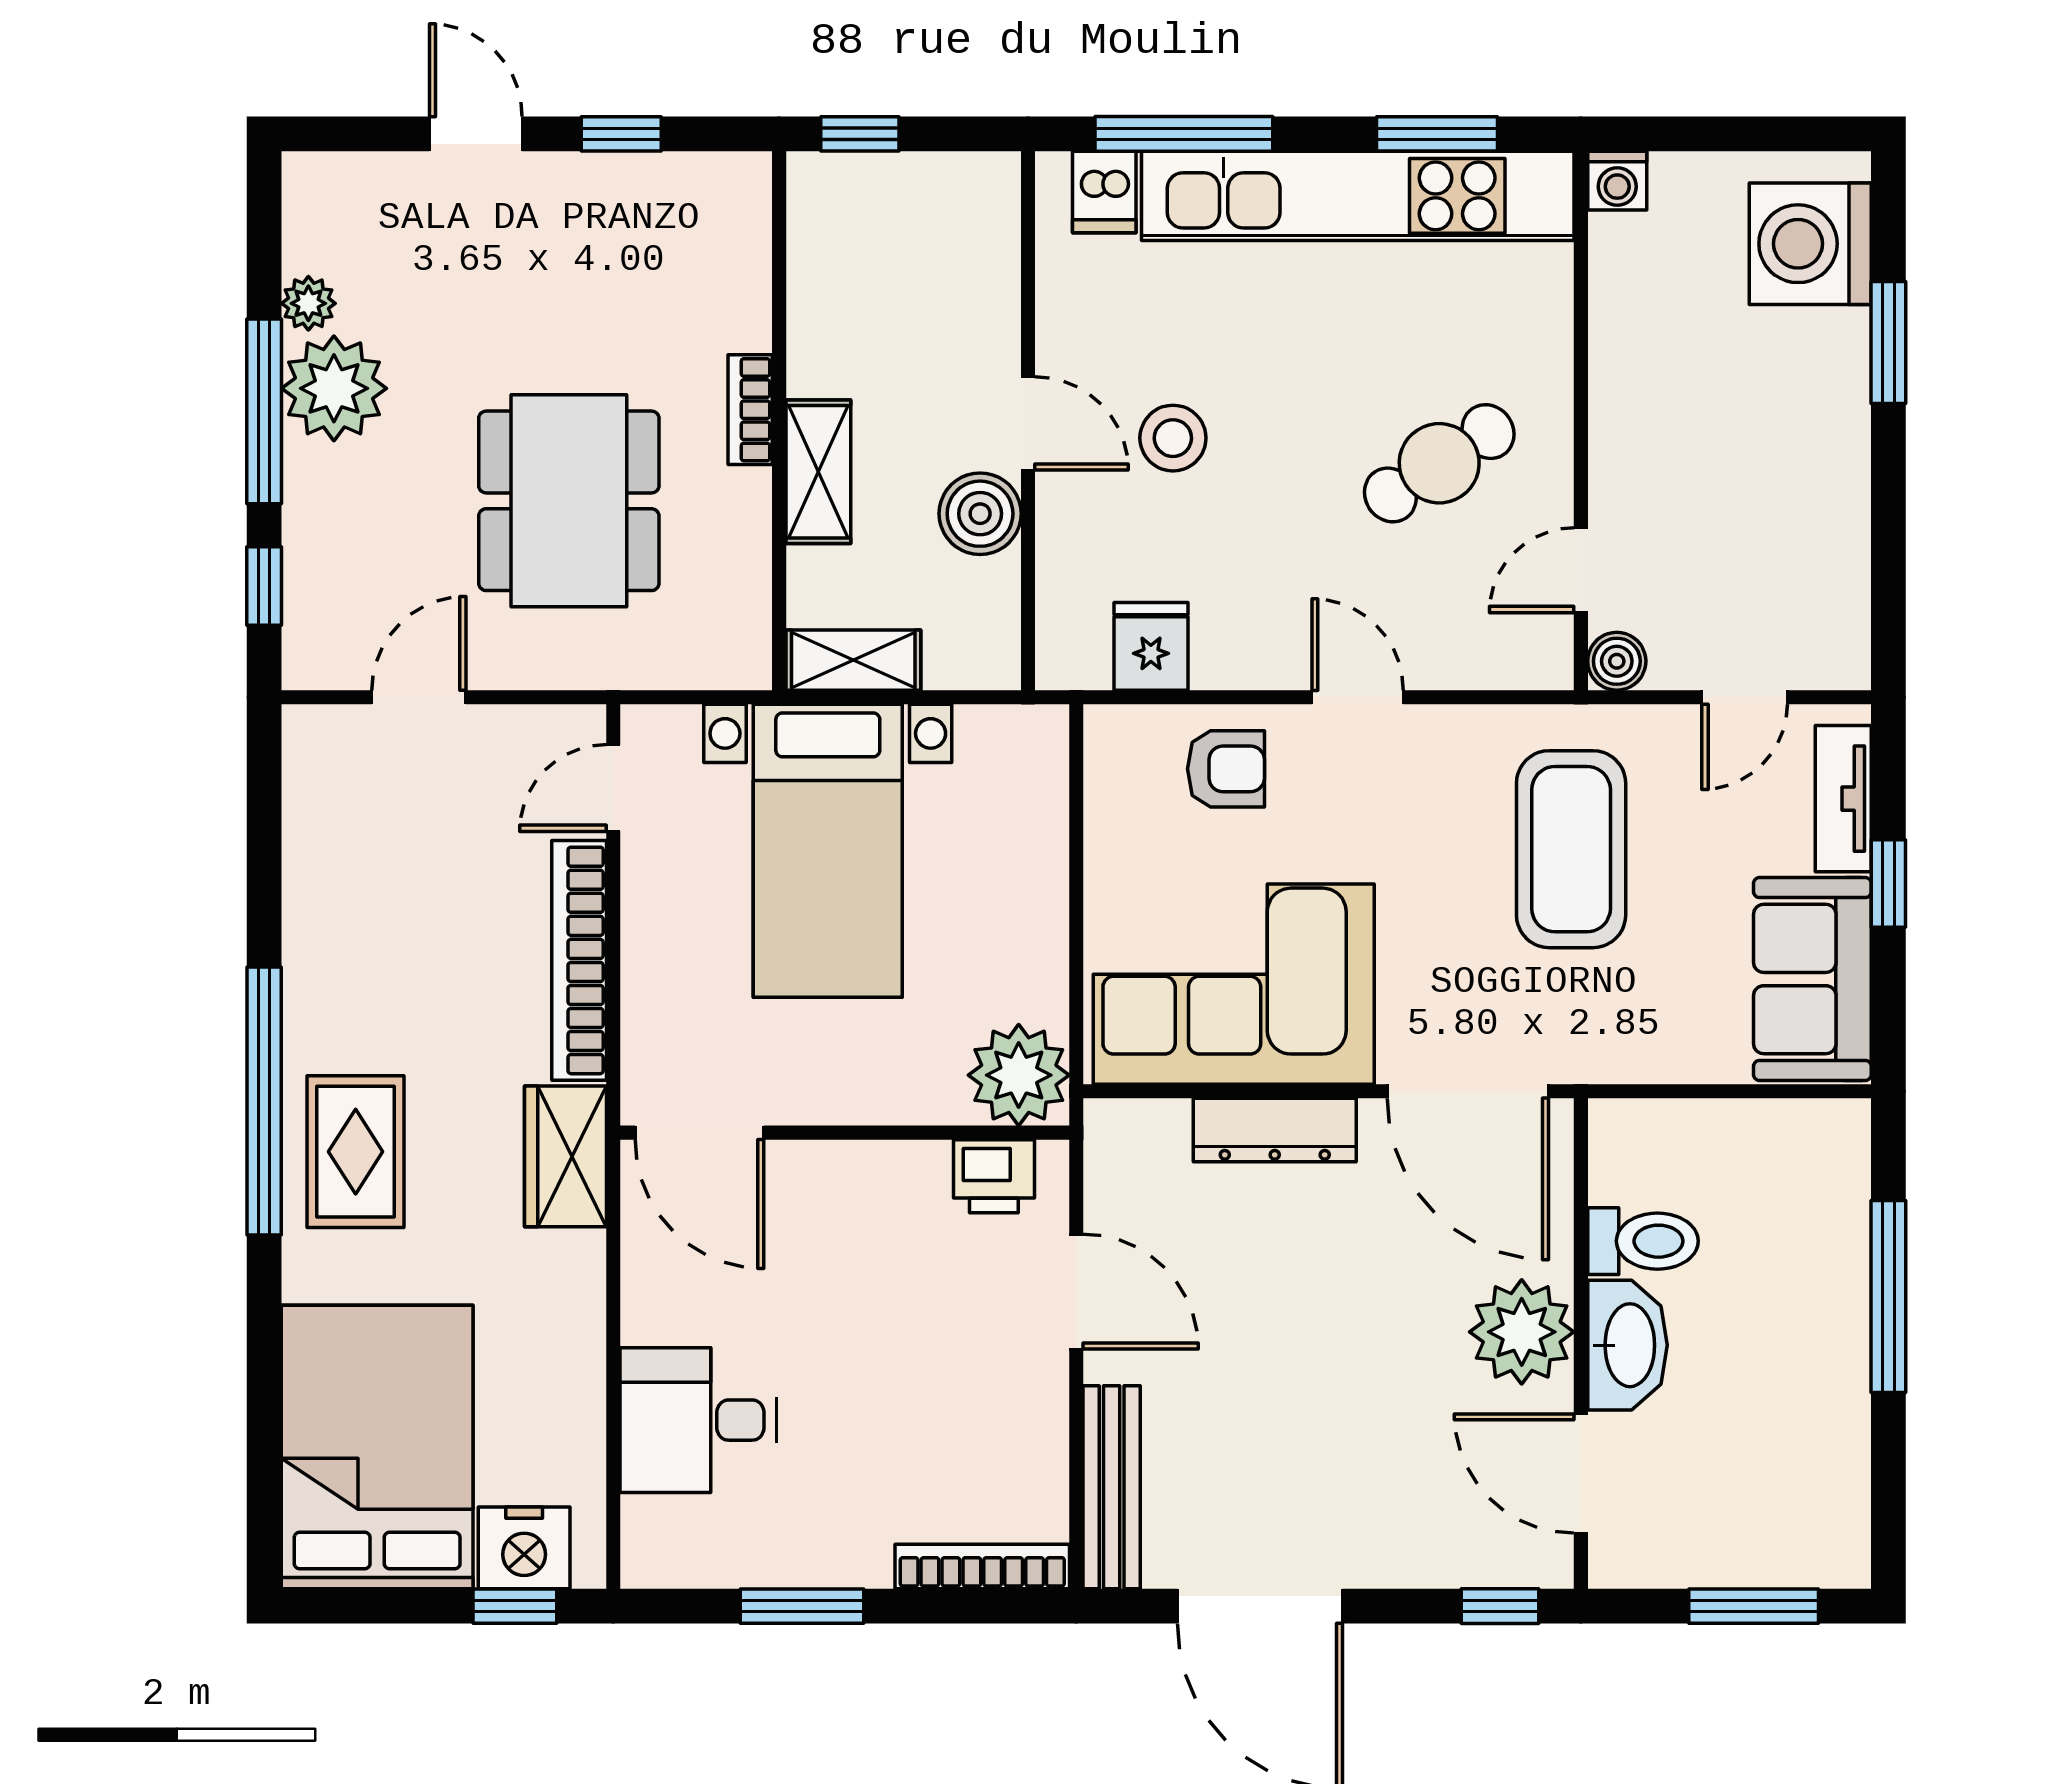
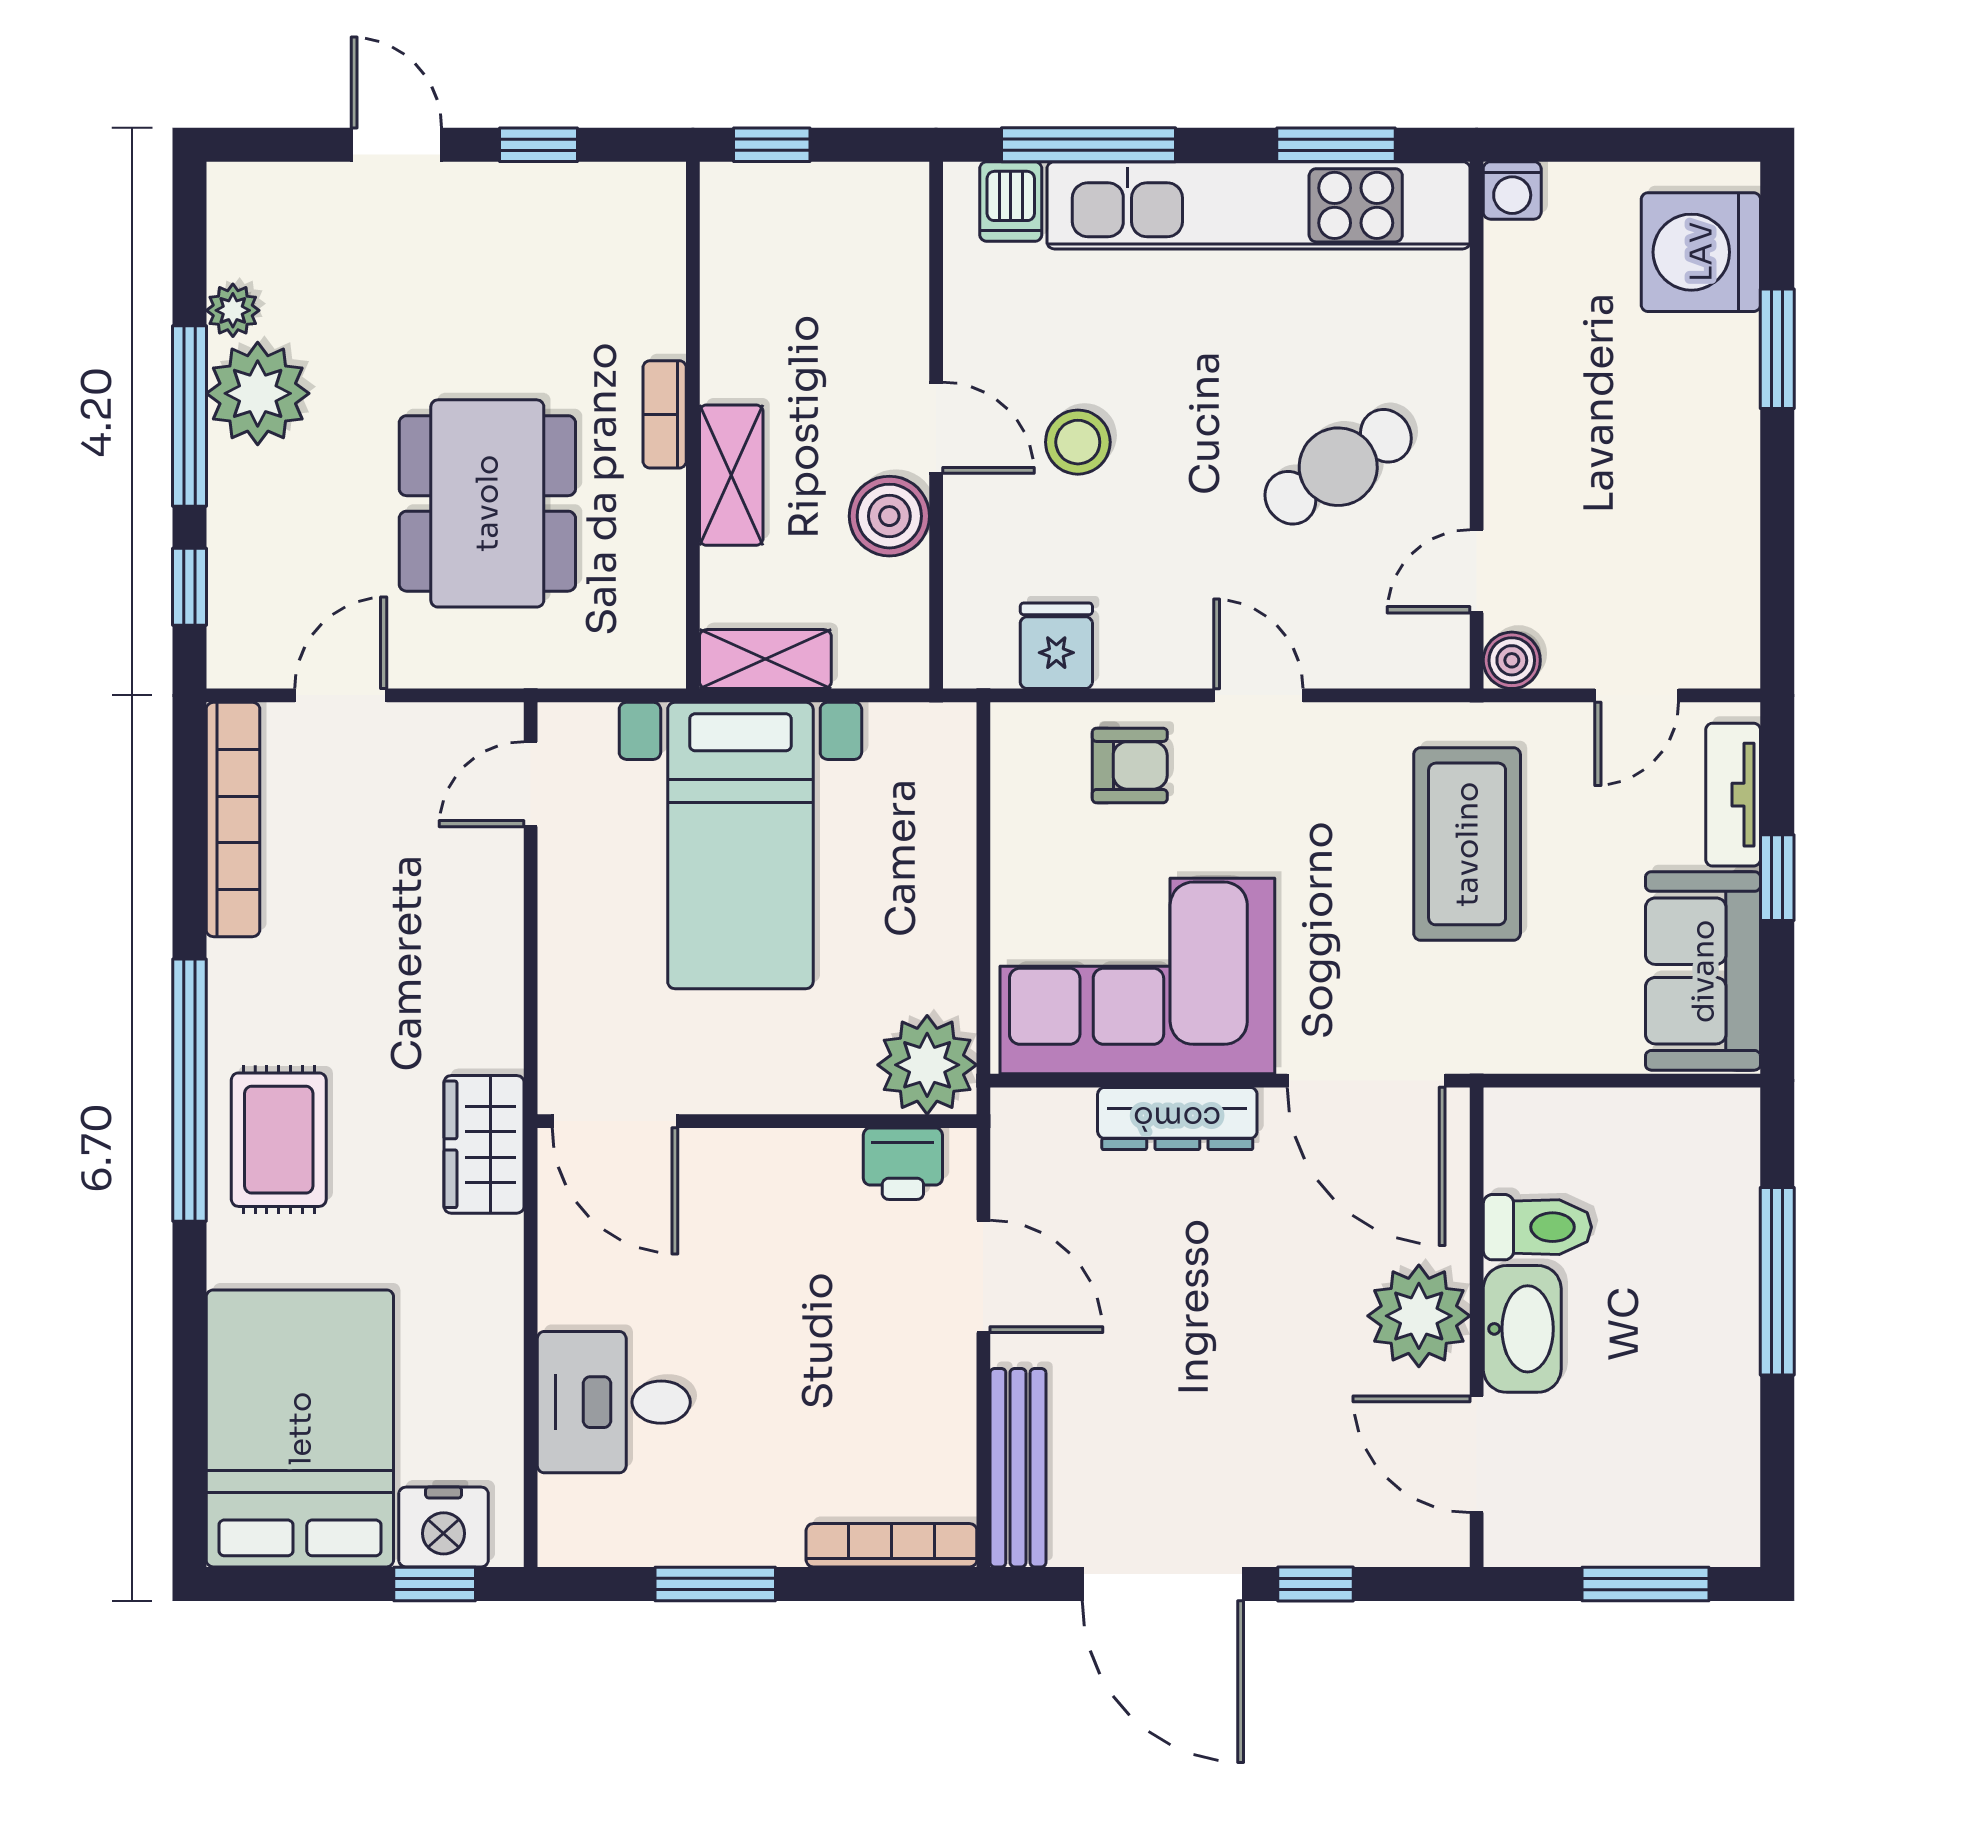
bookcase: (579, 960) -> (233, 820), moved, turned 180
window: (1500, 1606) -> (1316, 1584), moved

